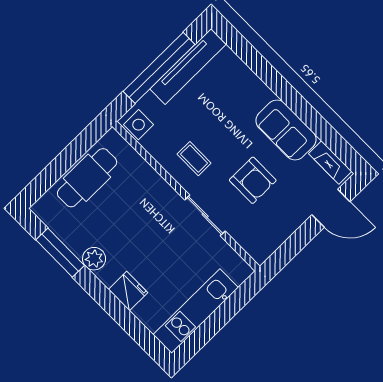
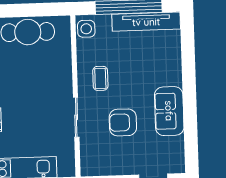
fireplace: (330, 162) -> (177, 154), removed
armchair: (253, 180) -> (123, 122), turned 90

